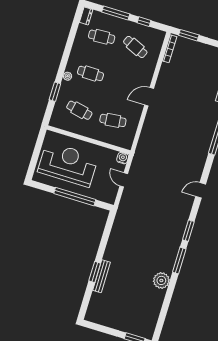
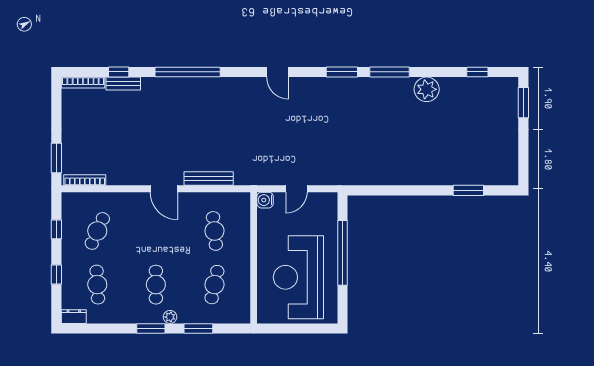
window: (116, 13) -> (56, 274), width x0.46
window: (64, 62) -> (151, 328), added
window: (95, 272) -> (468, 190), moved
bench: (101, 276) -> (209, 179), moved
window: (163, 316) -> (477, 72), added

